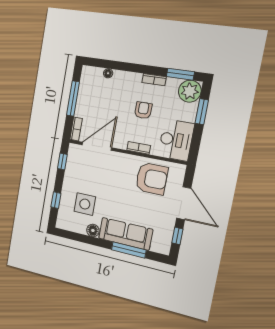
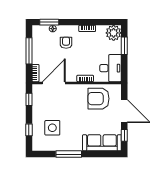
window: (180, 74) -> (49, 22), moved
armchair: (143, 110) -> (66, 43), moved
armchair: (152, 179) -> (99, 99), turned 180
floor lamp: (93, 230) -> (62, 146), removed
sofa: (125, 234) -> (102, 143), moved
window: (129, 250) -> (69, 154), moved

